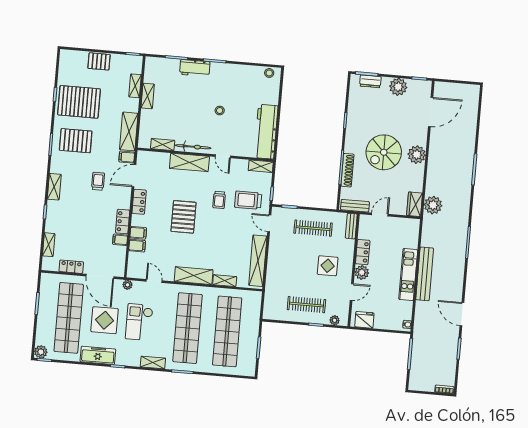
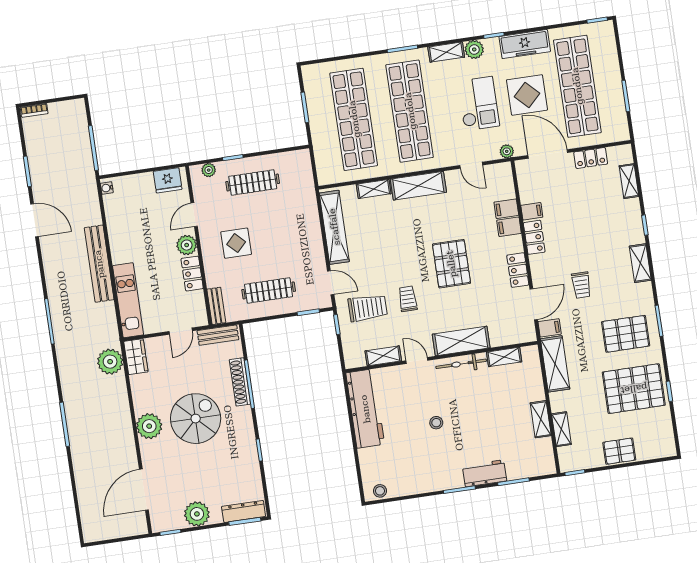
dresser: (370, 81) -> (244, 511), width x1.44
shelving: (261, 166) -> (383, 356), moved
kitchen unit: (408, 275) -> (128, 300), moved
plant: (41, 352) -> (474, 49), moved

